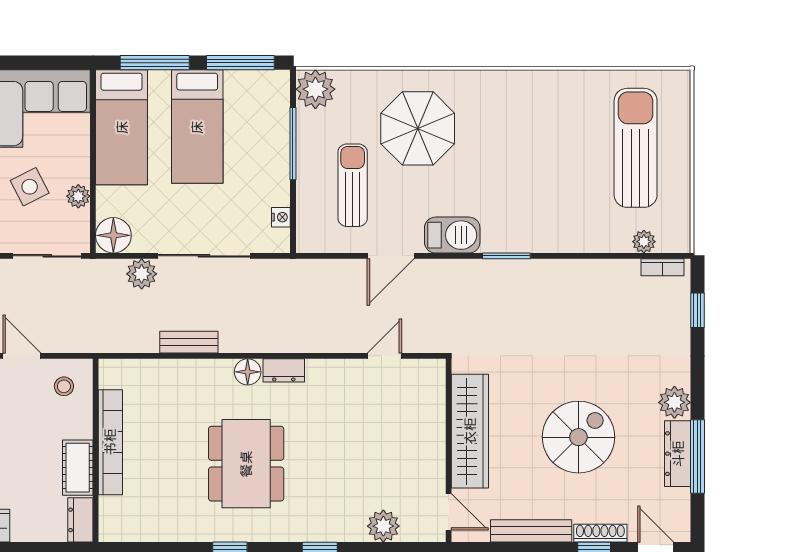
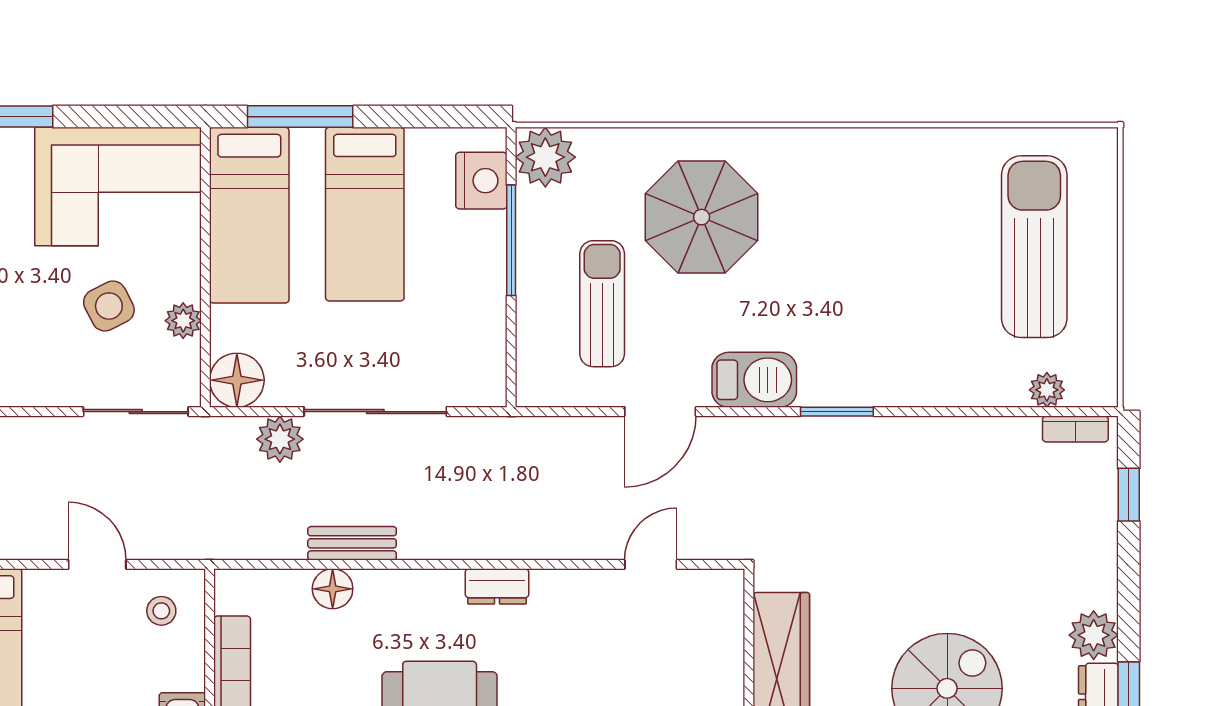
window: (240, 63) -> (431, 117), removed
nightstand: (281, 217) -> (481, 181), moved, width x1.89, depth x1.79
floor lamp: (248, 372) -> (333, 589), moved

